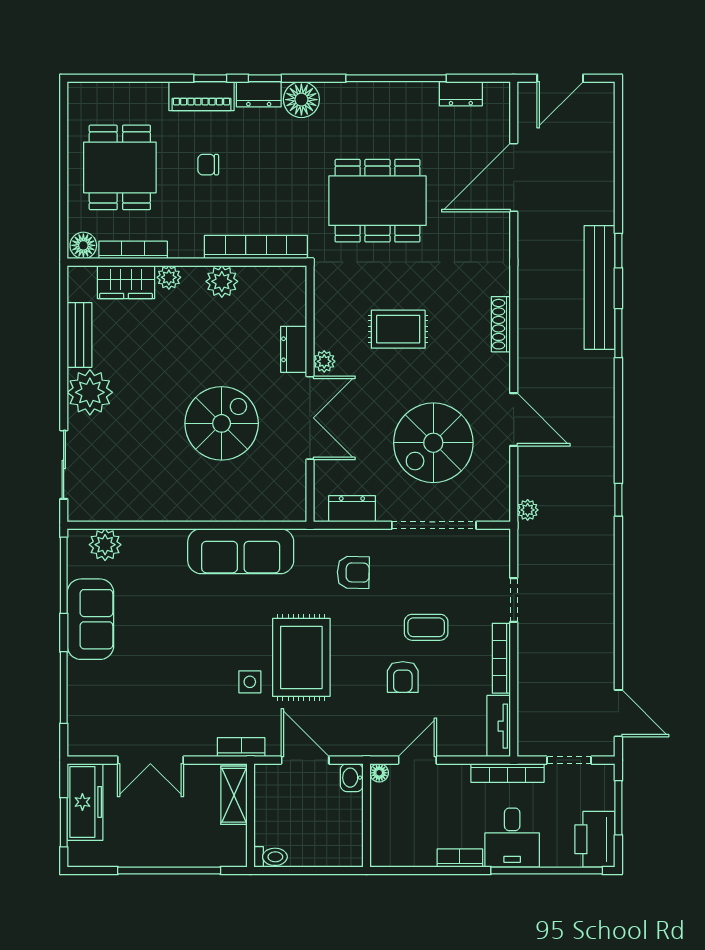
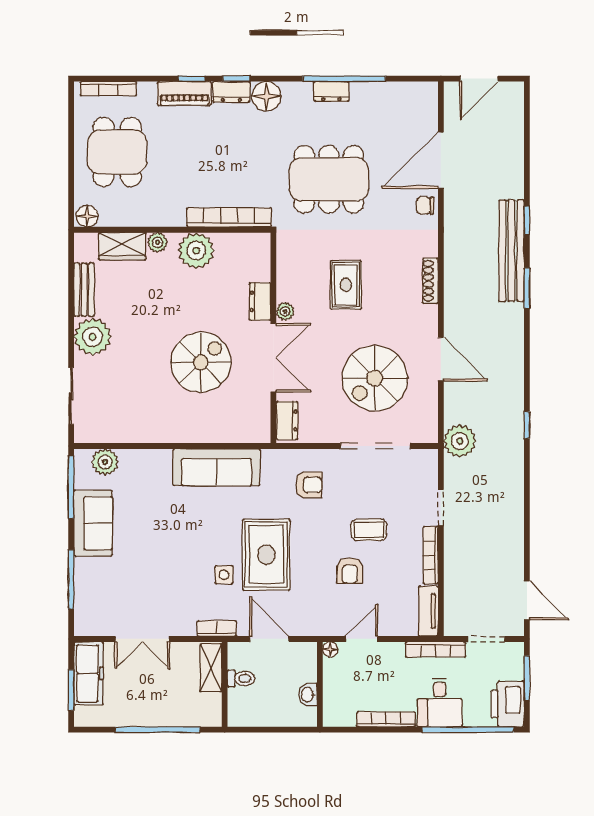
dresser: (461, 94) -> (331, 91), moved
chair: (208, 165) -> (425, 206), moved
bookcase: (133, 250) -> (108, 89), moved, turned 180
plant: (222, 281) -> (196, 250), width x1.36, depth x1.36
rug: (398, 329) -> (346, 285), turned 90
dresser: (352, 509) -> (287, 421), moved, turned 90
plant: (528, 510) -> (460, 441), width x1.88, depth x1.88
washbasin: (352, 778) -> (308, 695), moved
toilet: (271, 857) -> (241, 679), moved
bookcase: (460, 858) -> (386, 719), width x1.56

